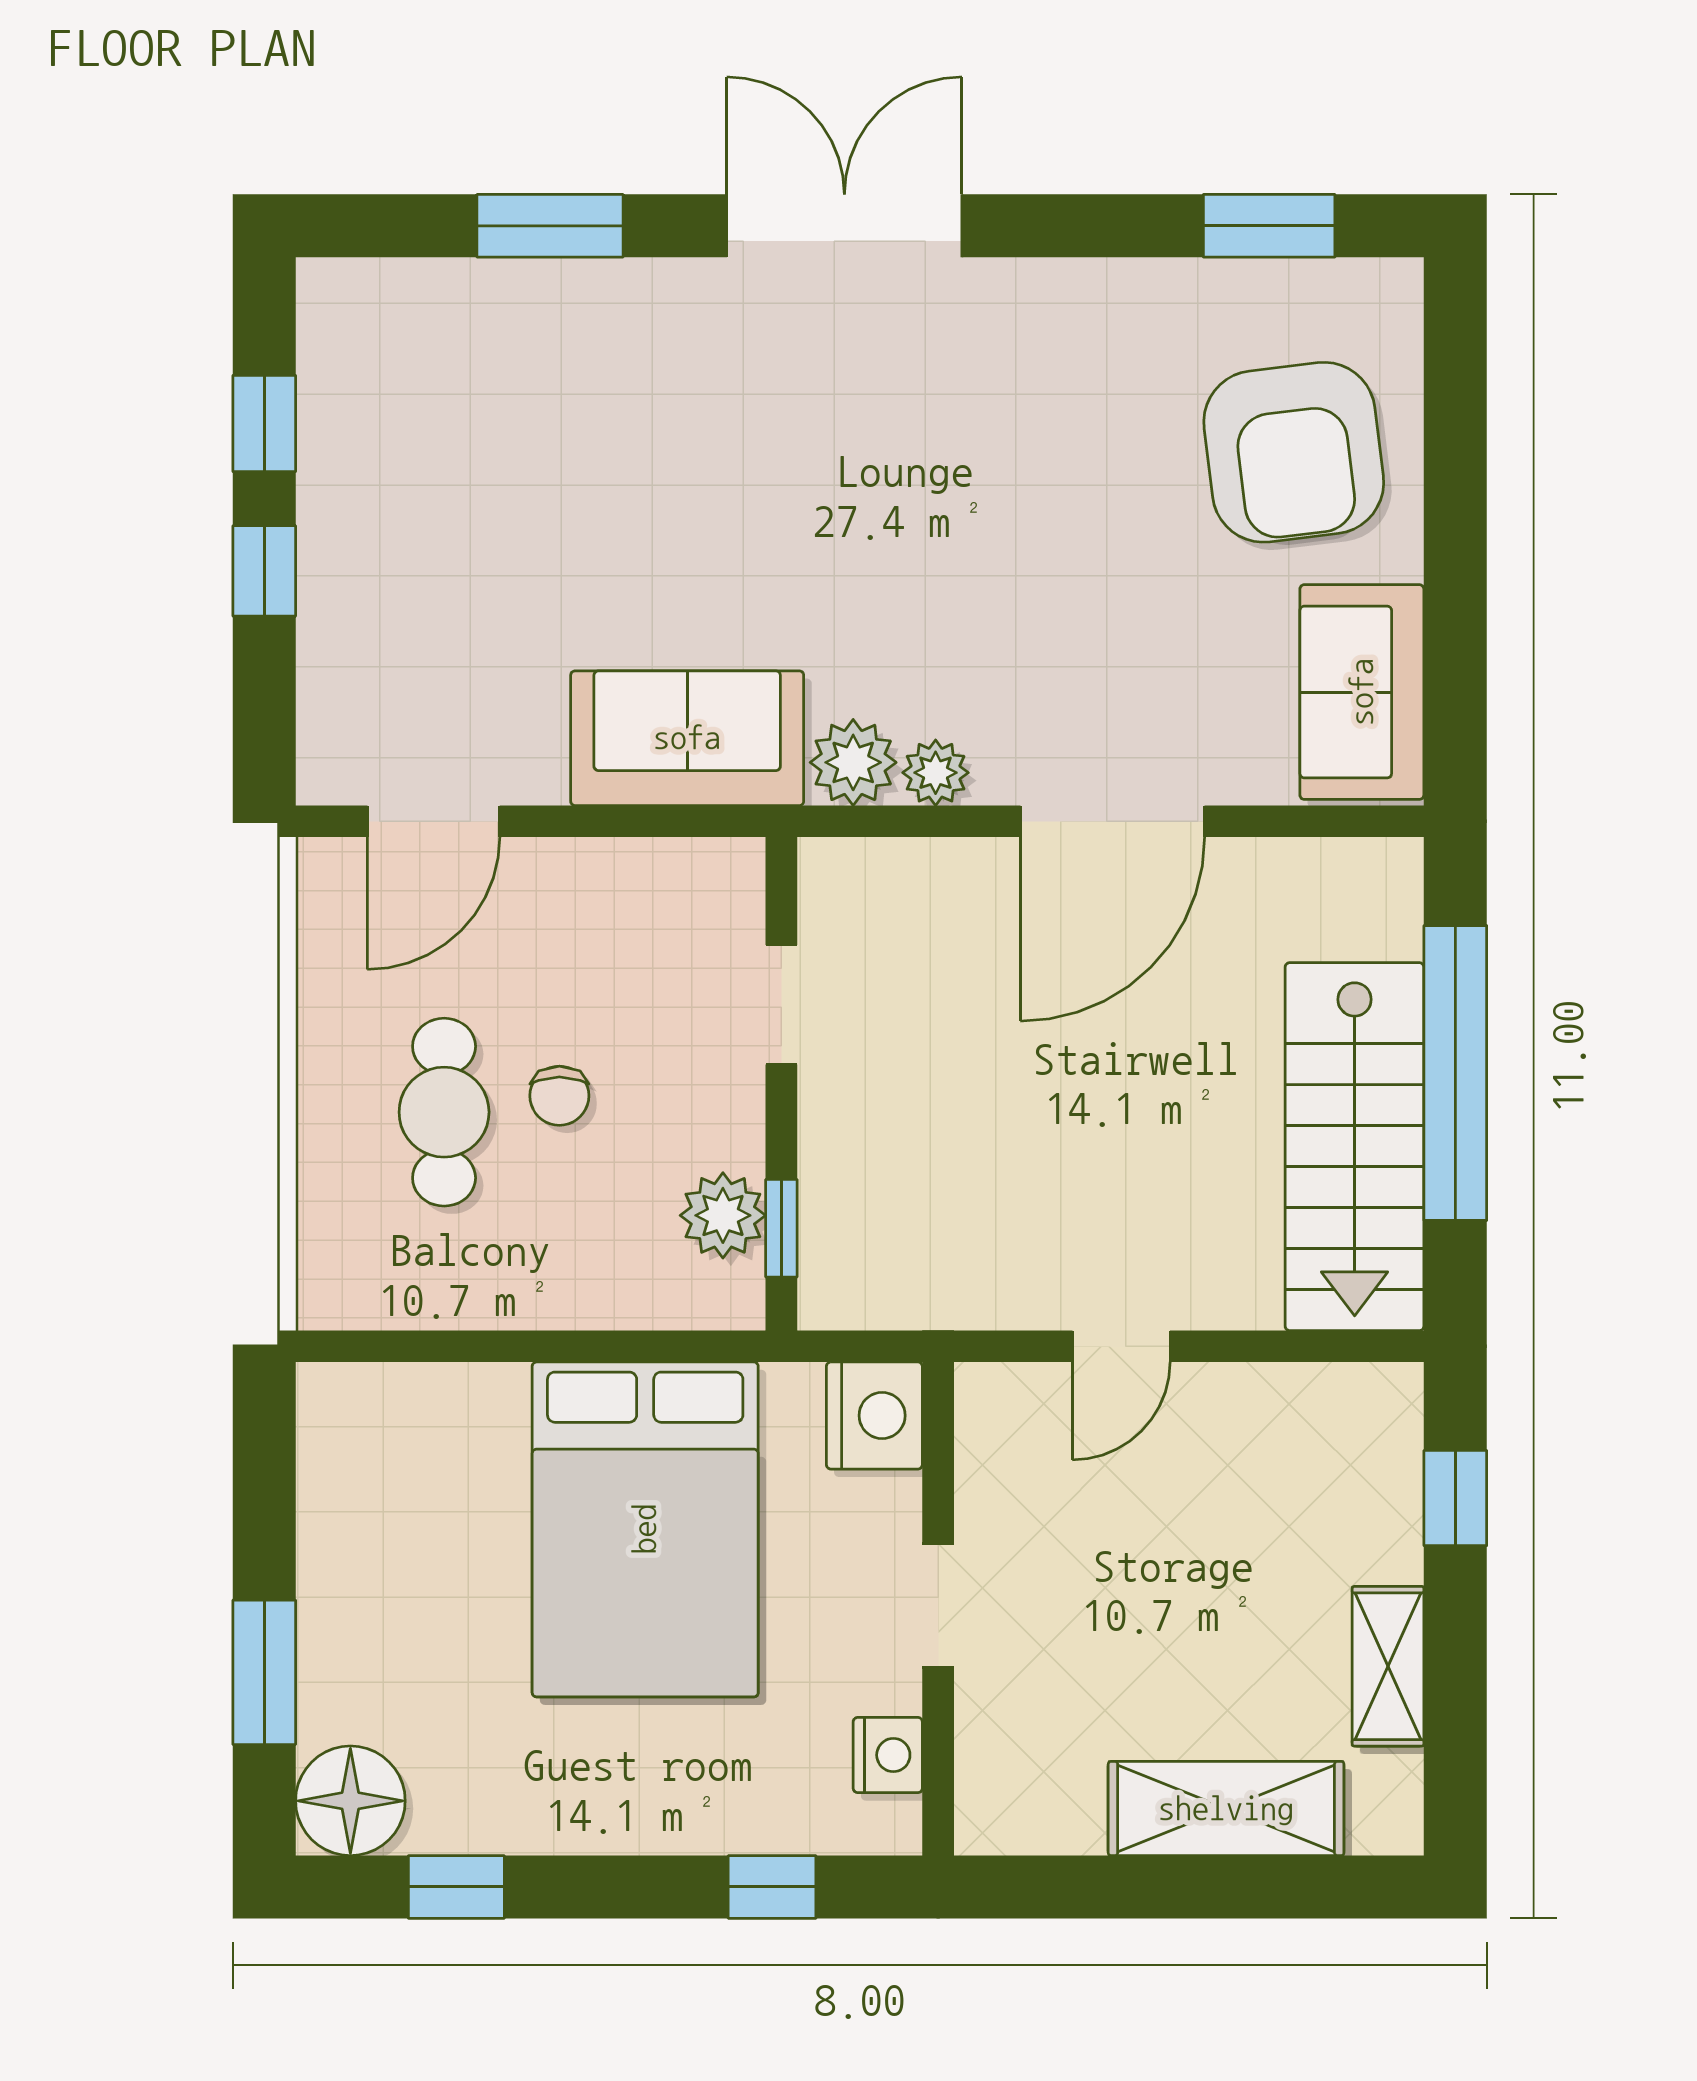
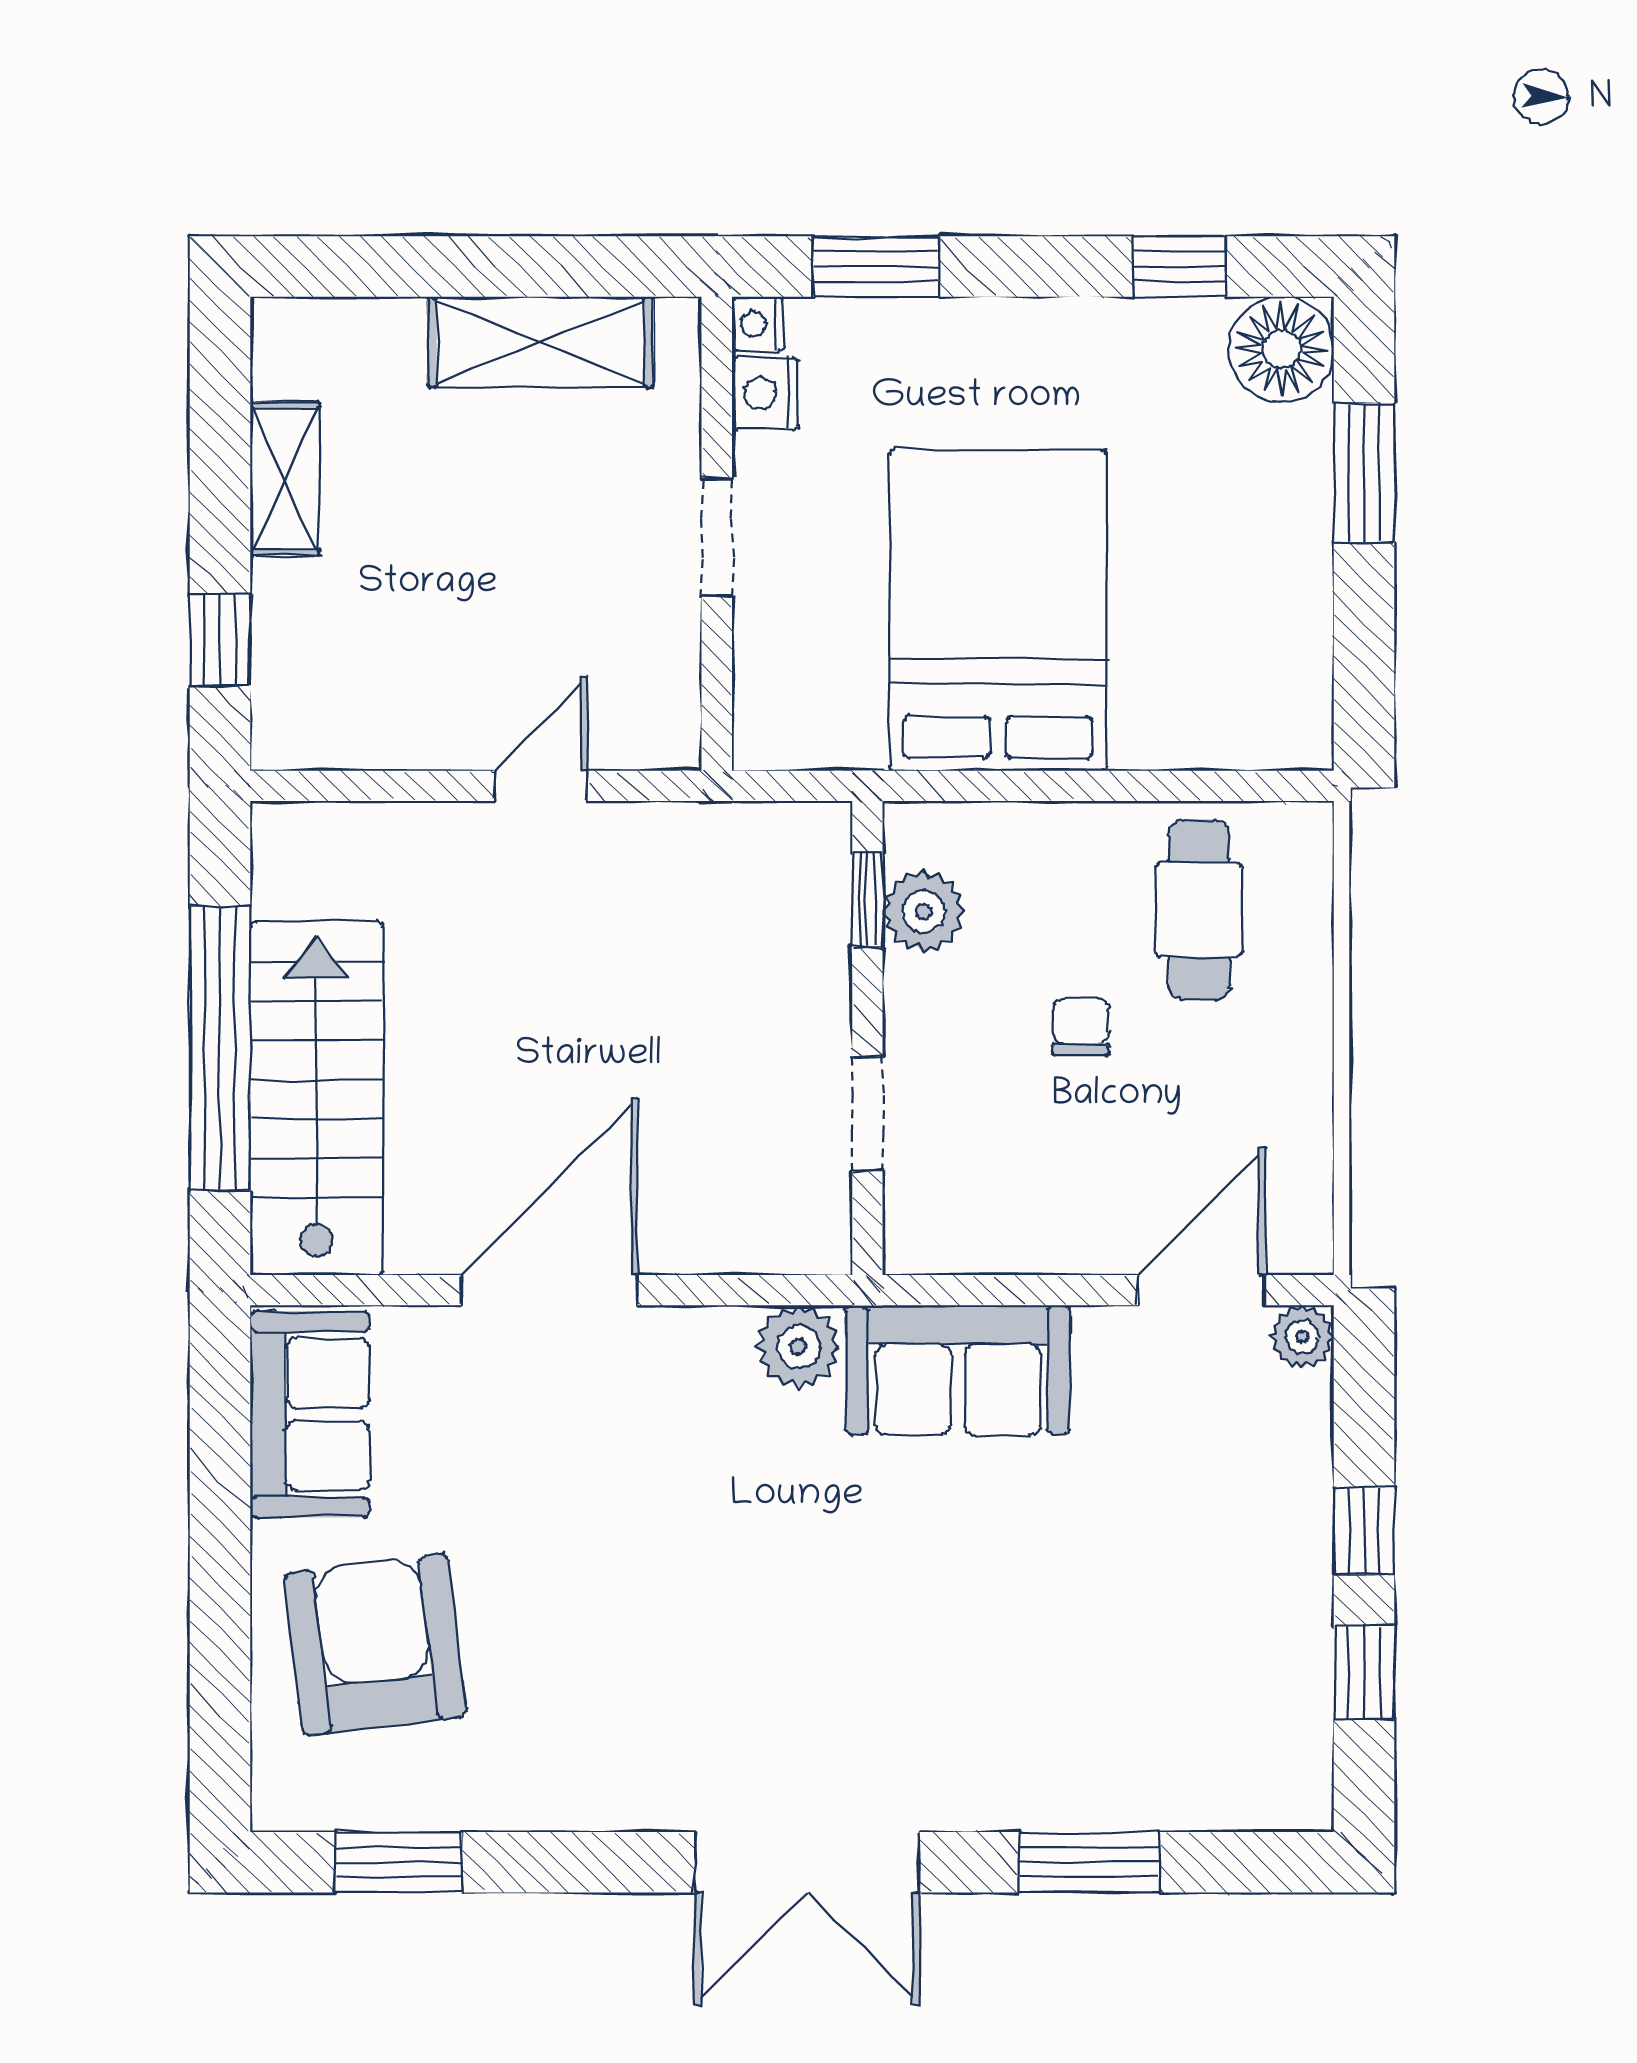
plant: (936, 773) -> (1302, 1337), moved
cafe table: (444, 1112) -> (1199, 910), moved
stairs: (1355, 1147) -> (317, 1098), moved
nightstand: (874, 1416) -> (758, 324), moved, width x0.53, depth x0.56
shelving: (1226, 1809) -> (541, 342), moved
window: (772, 1887) -> (876, 267), width x1.50

